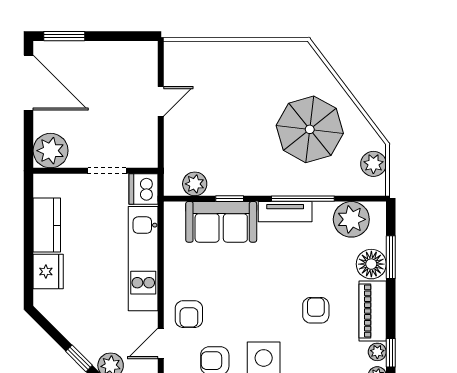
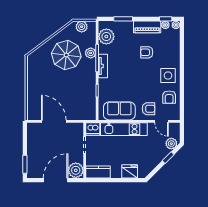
door: (29, 83) -> (56, 180), moved
door: (161, 101) -> (54, 121), width x1.87
plant: (195, 184) -> (91, 53), moved
sofa: (221, 222) -> (119, 111), moved, turned -90
kitchen counter: (47, 225) -> (98, 172), moved
floor lamp: (371, 264) -> (126, 28), removed

